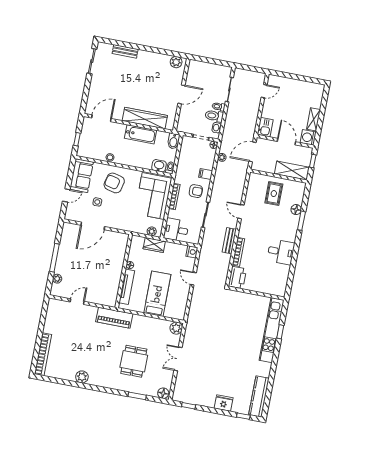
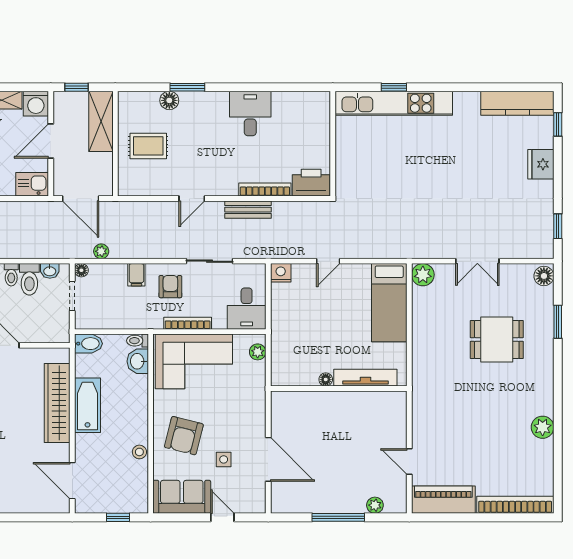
wardrobe: (154, 245) -> (281, 343), removed
bed: (157, 294) -> (389, 303), moved, turned -90
piano: (114, 318) -> (443, 500), moved, turned -90

